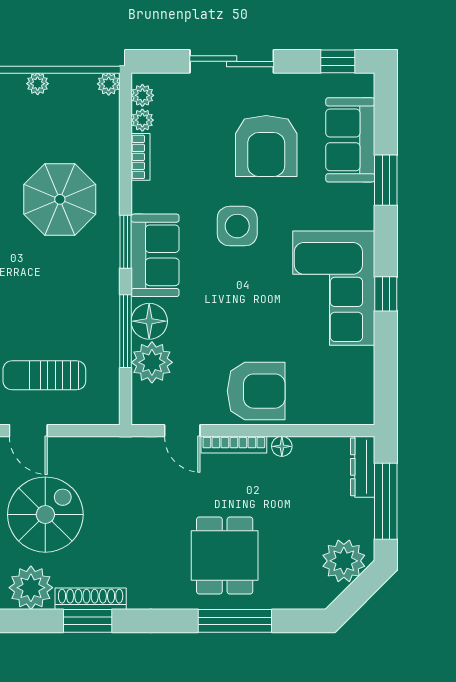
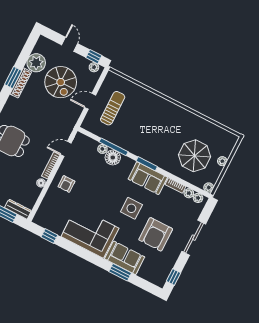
sofa: (350, 140) -> (125, 258), moved
armchair: (266, 146) -> (156, 234), turned -90
parasol: (60, 199) -> (195, 156), moved
sofa: (155, 255) -> (148, 178), moved
window: (386, 294) -> (49, 236), moved
plant: (152, 362) -> (102, 149), width x0.53, depth x0.53
armchair: (256, 391) -> (66, 184), width x0.53, depth x0.53
door: (28, 431) -> (90, 101), moved

